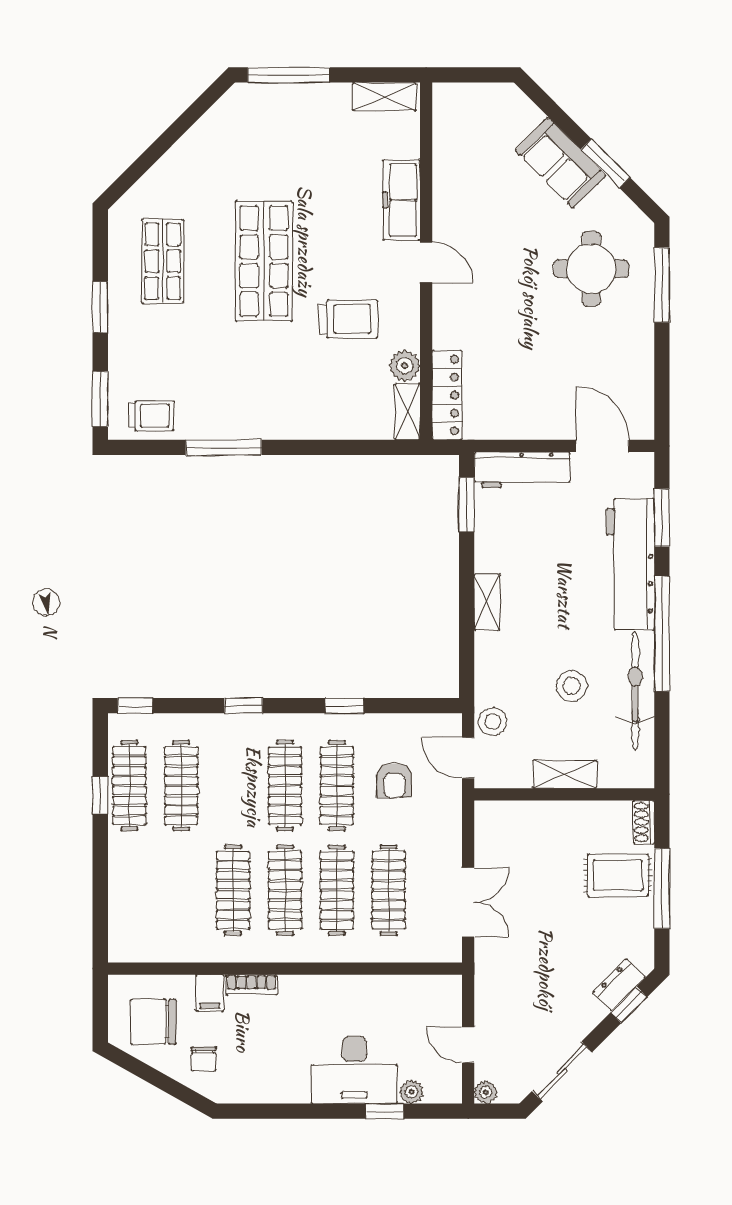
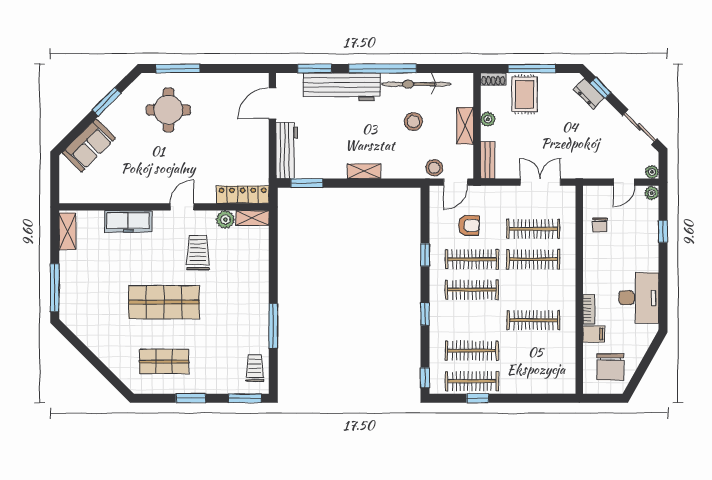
sofa: (561, 163) -> (89, 145), moved
door: (426, 262) -> (182, 207), moved
bench: (506, 812) -> (488, 160), added
plant: (576, 813) -> (488, 119), added
clothes rail: (285, 890) -> (533, 290), removed
chair: (204, 1059) -> (600, 225), moved, turned 90
desk: (354, 1070) -> (639, 298), moved
plant: (412, 1092) -> (652, 193), moved

